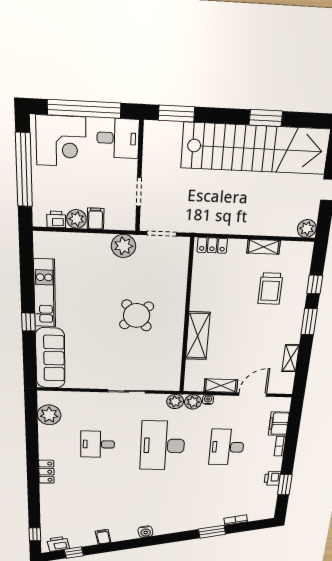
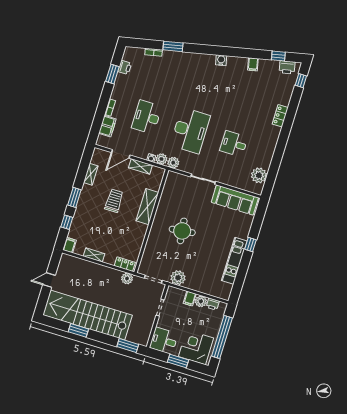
window: (84, 109) -> (178, 361), width x0.47
plant: (307, 228) -> (127, 278), moved
filing cabinet: (305, 252) -> (69, 245), added
trolley: (270, 289) -> (114, 201), moved
round table: (137, 315) -> (182, 231), turned 34
sofa: (50, 358) -> (235, 200), moved, turned -90
desk: (98, 444) -> (234, 144), turned 180
desk: (227, 447) -> (147, 117), turned 180
locker: (46, 472) -> (280, 116), moved
printer: (272, 478) -> (125, 67), moved

